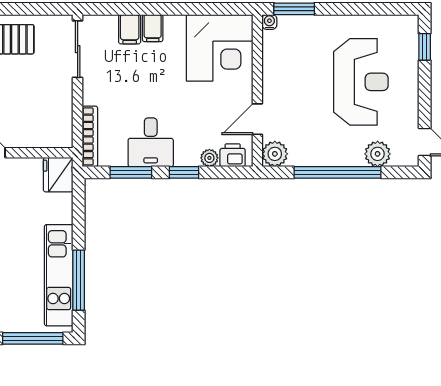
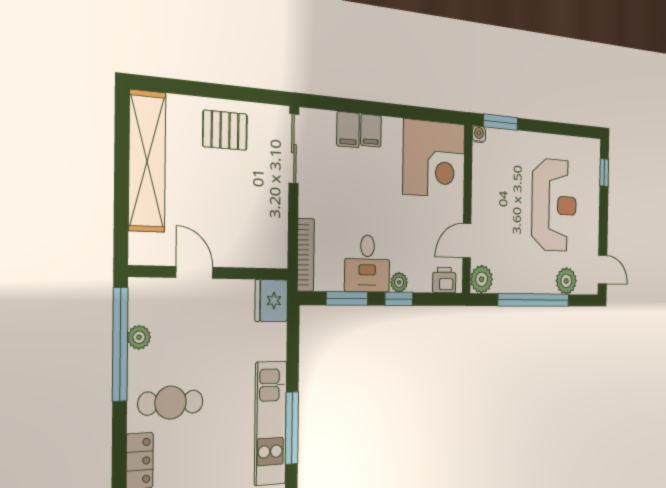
plant: (209, 158) -> (399, 282), moved

